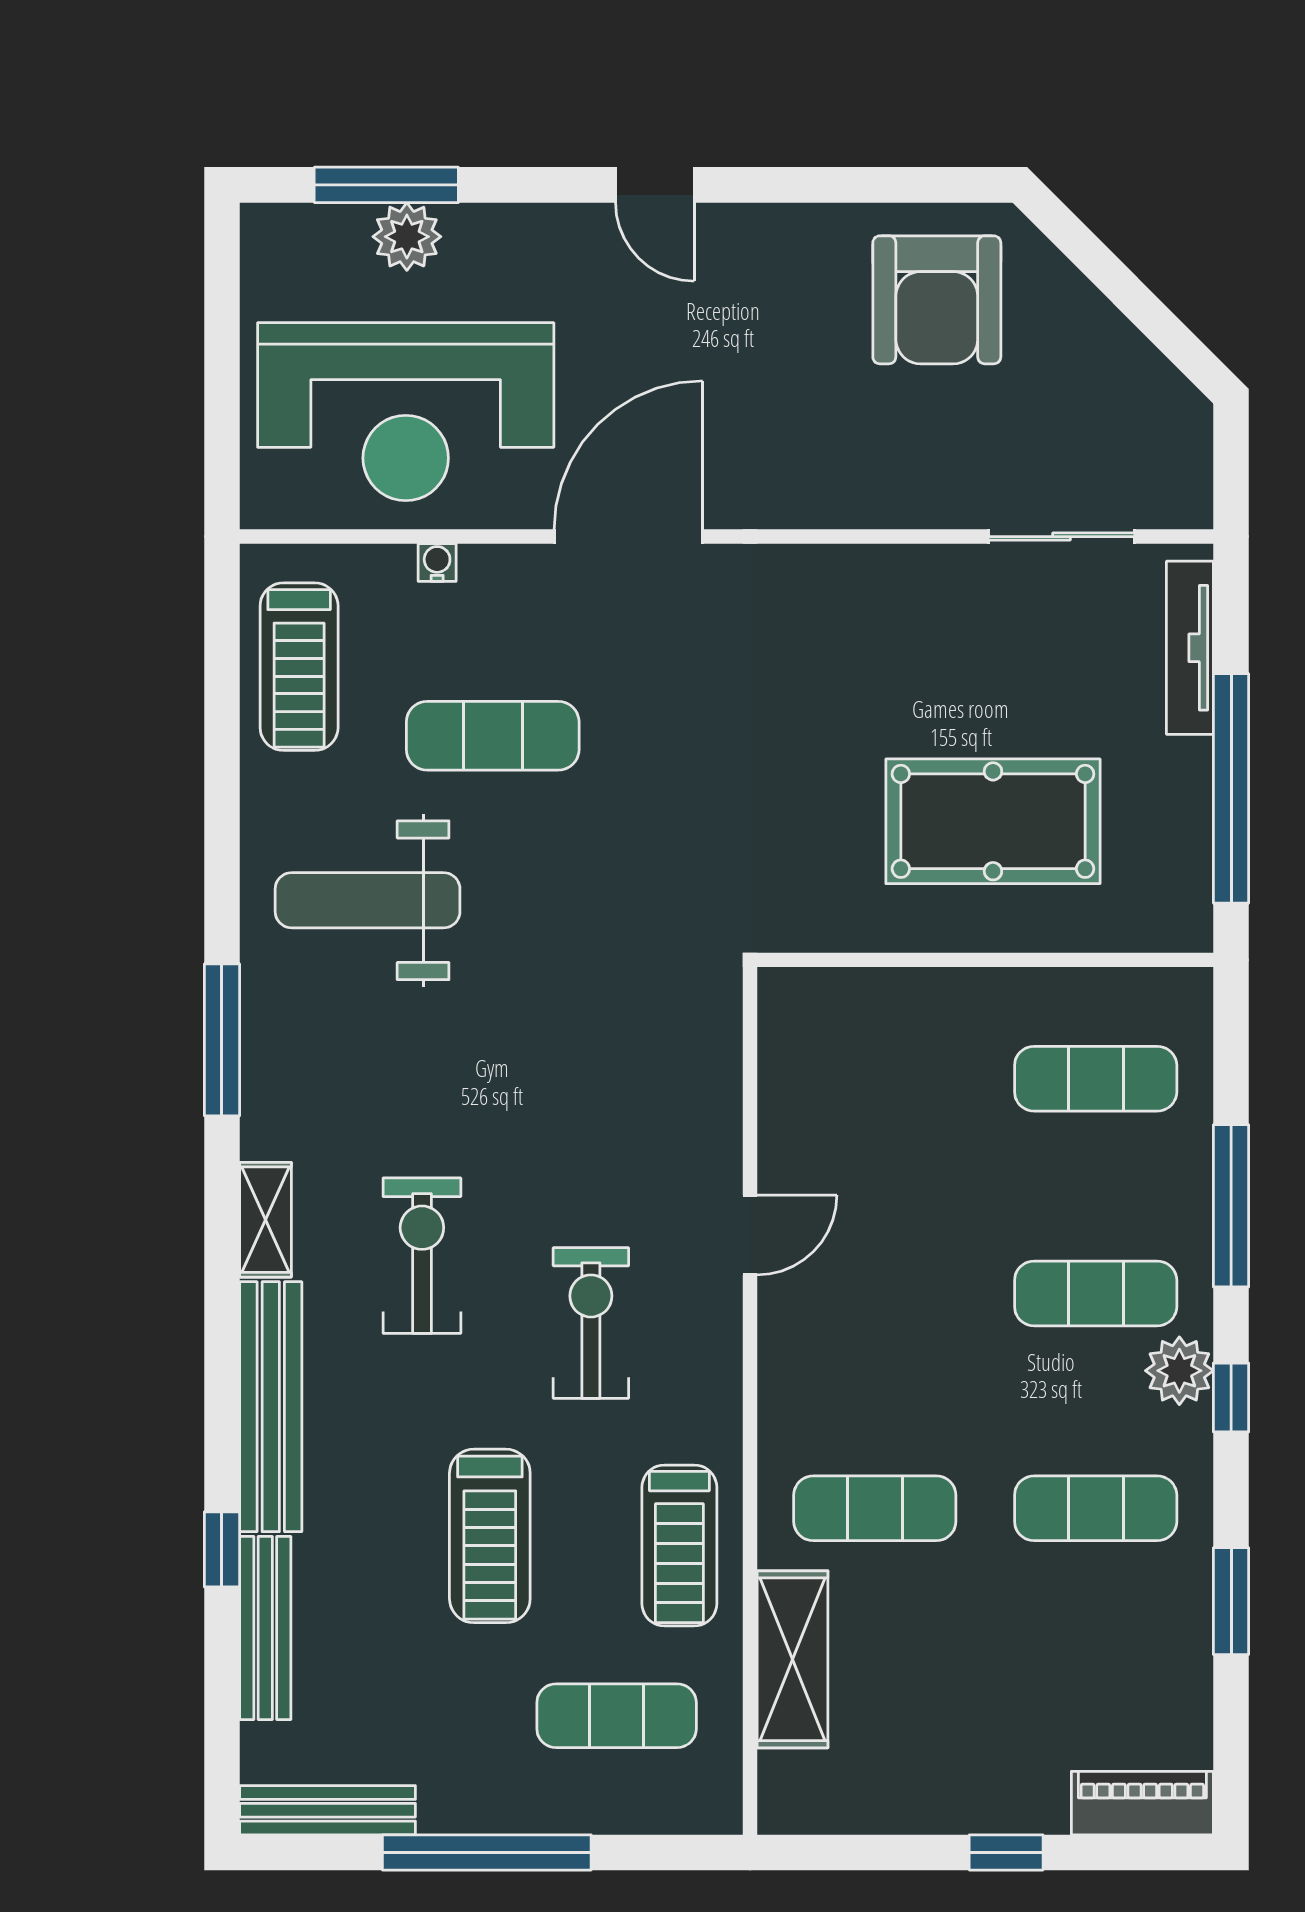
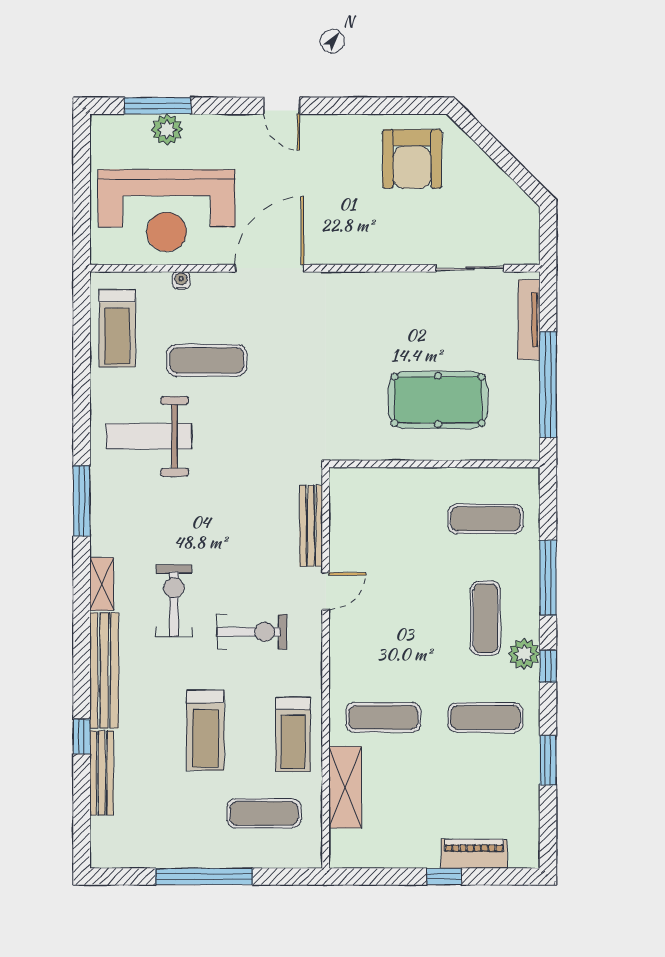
exercise mat: (1096, 1293) -> (485, 618), turned 90
exercise bike: (591, 1323) -> (252, 632), turned 90
piano: (1142, 1803) -> (474, 854), moved
bench: (328, 1810) -> (311, 526), moved, turned 90

